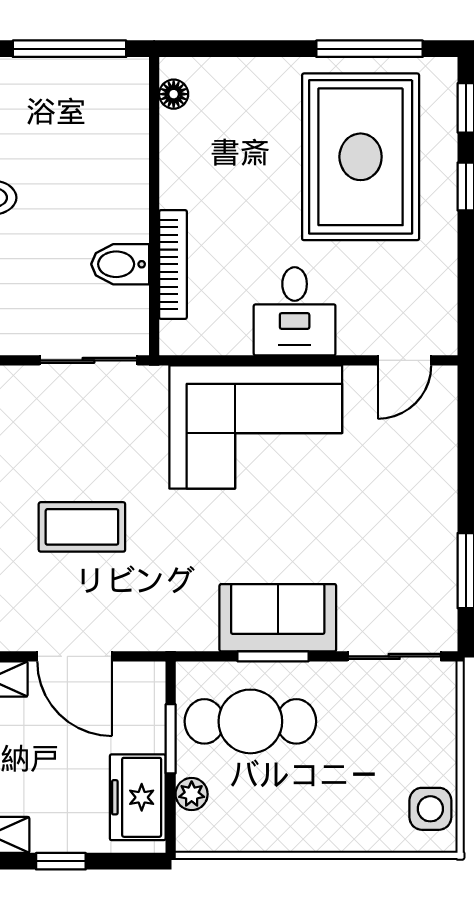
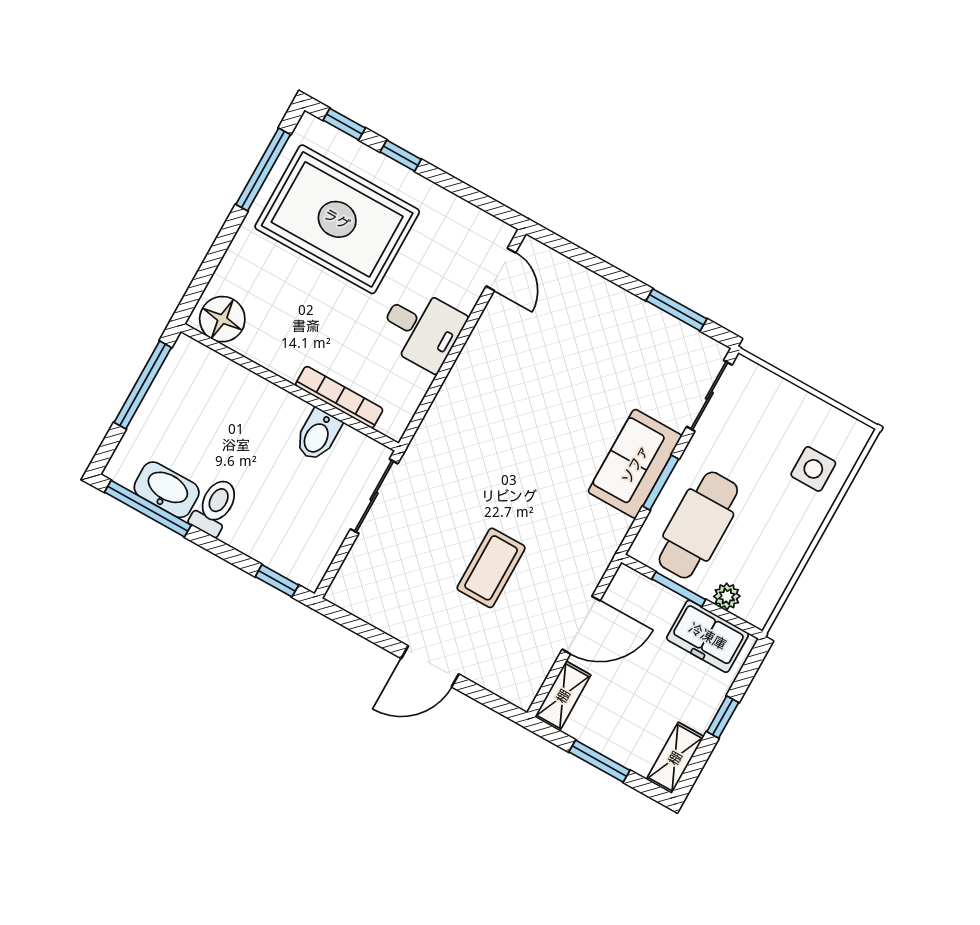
floor lamp: (174, 94) -> (222, 319), width x1.89, depth x1.89
corner sofa: (256, 427) -> (489, 403), removed
side table: (430, 809) -> (813, 469), moved

